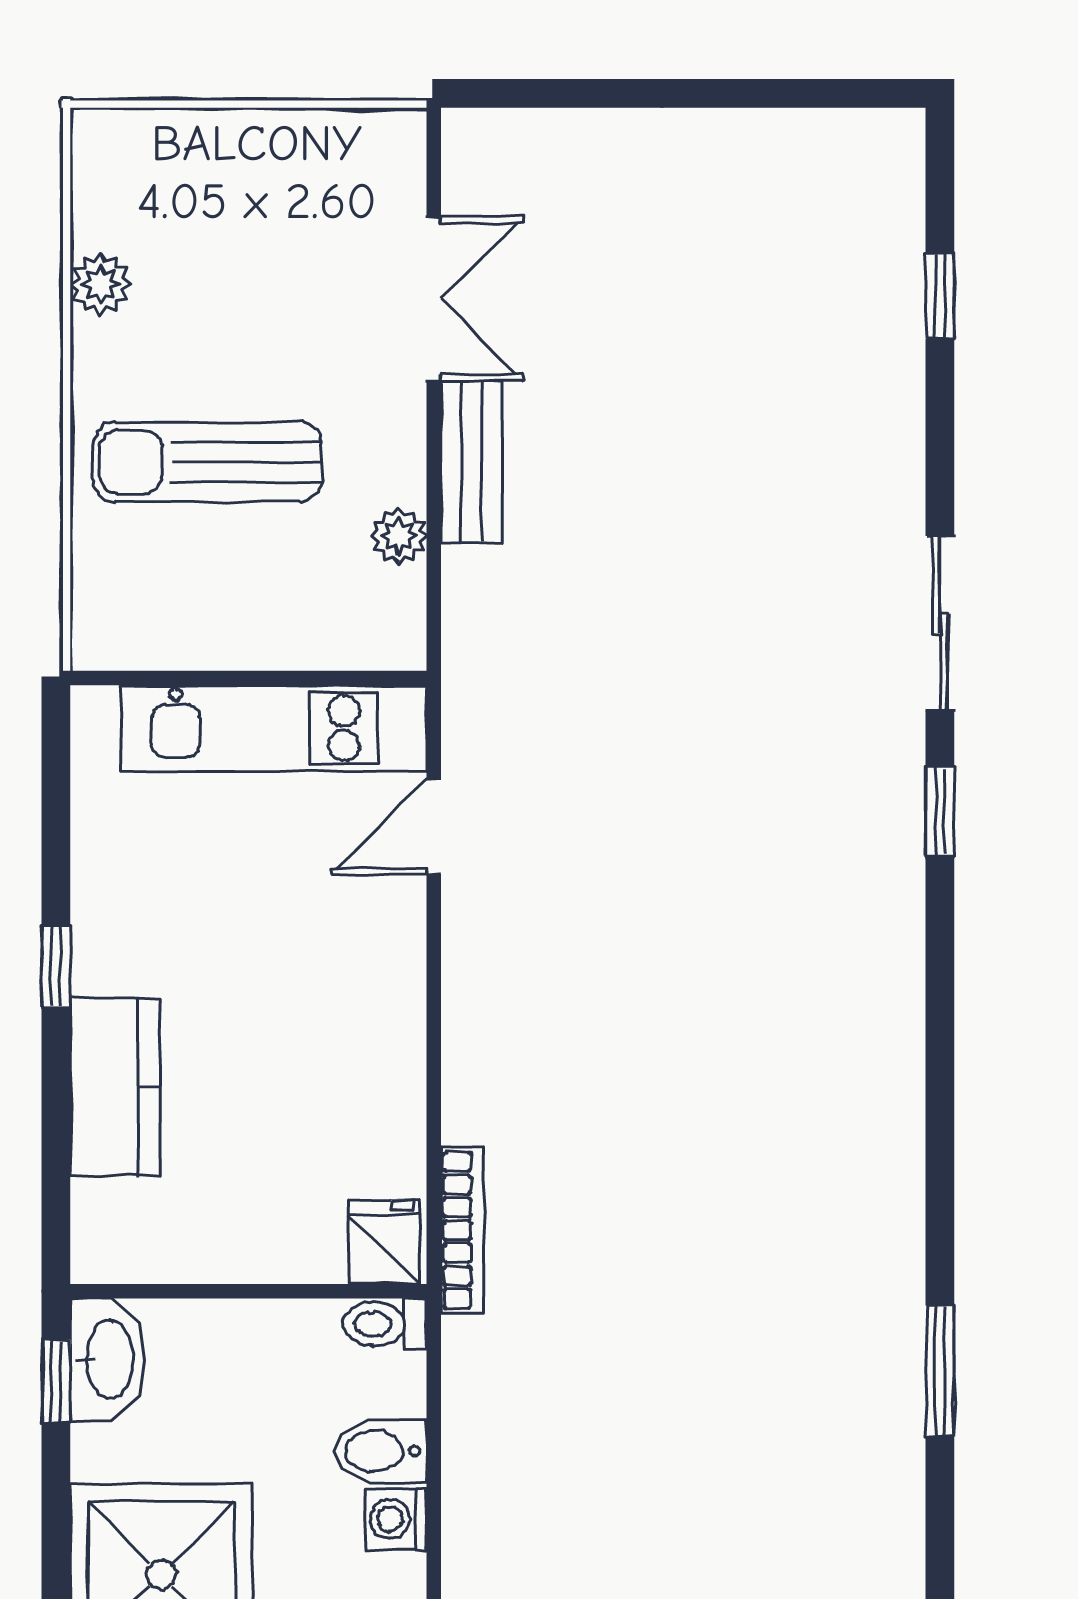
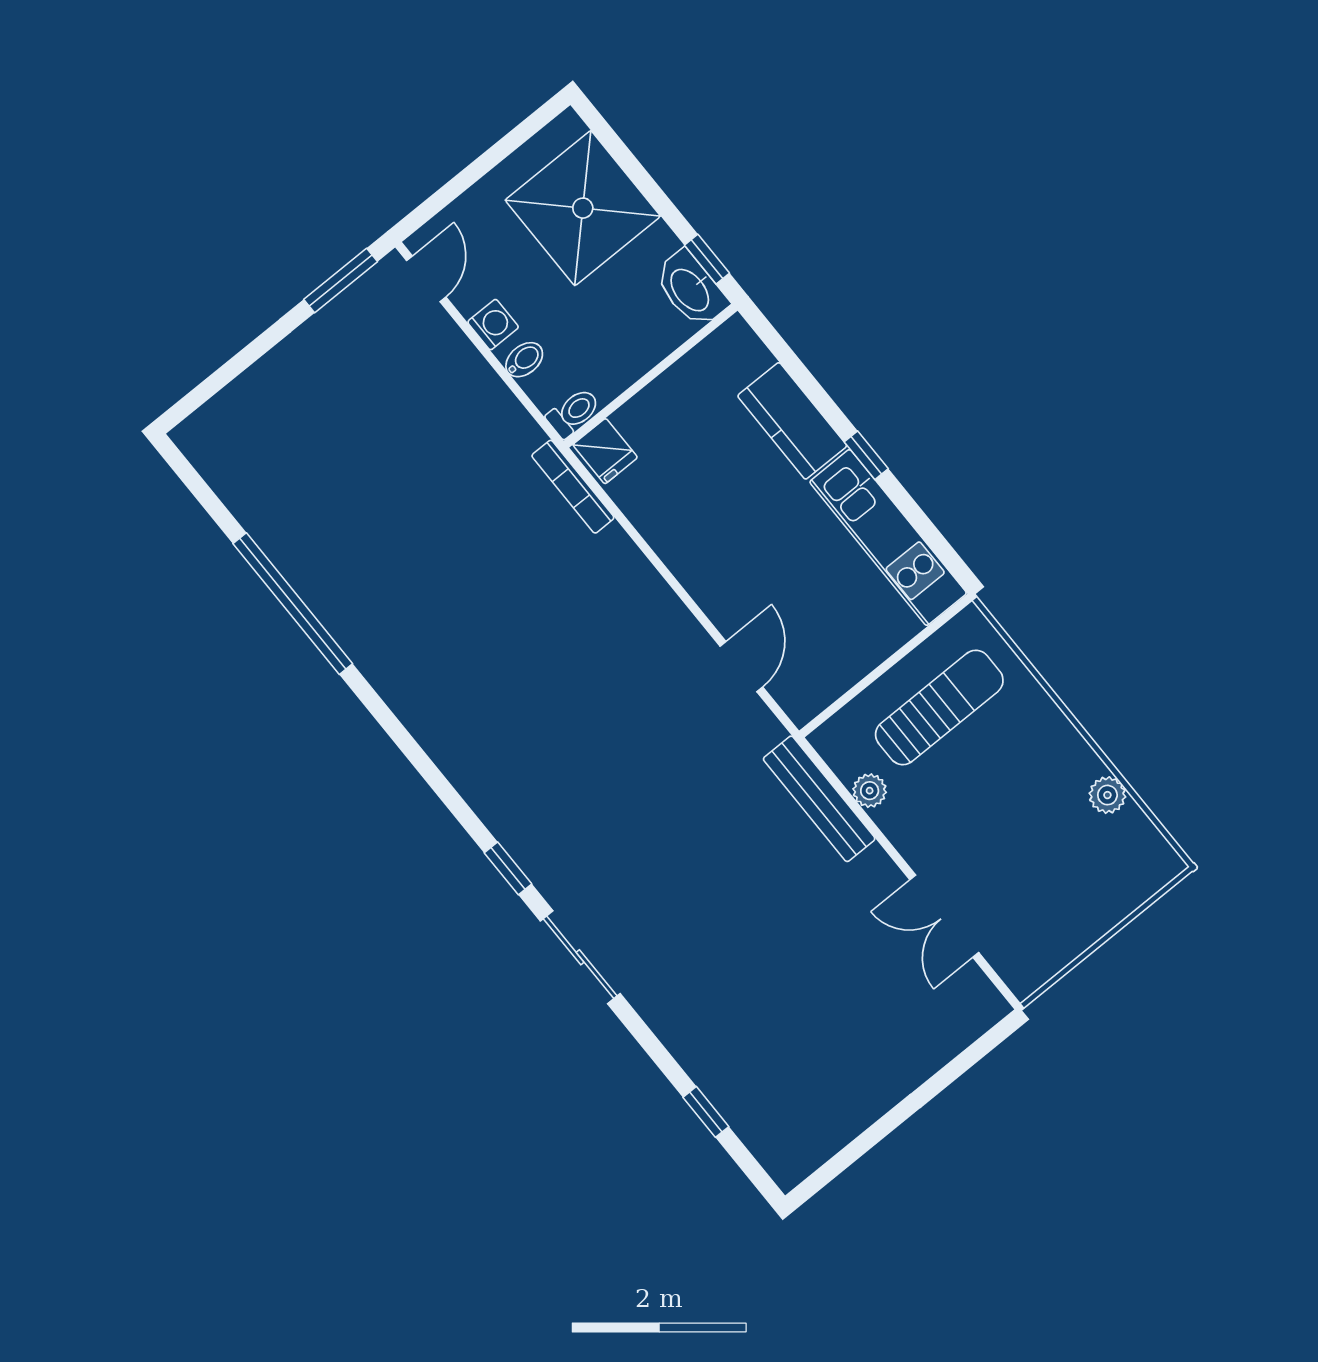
sun lounger: (208, 462) -> (939, 707), moved
bench: (472, 462) -> (819, 799), moved, width x1.36
kitchen unit: (274, 728) -> (888, 537), moved, turned -90
window: (940, 1371) -> (293, 604), width x2.11
bidet: (381, 1451) -> (524, 360), width x0.72, depth x0.74

